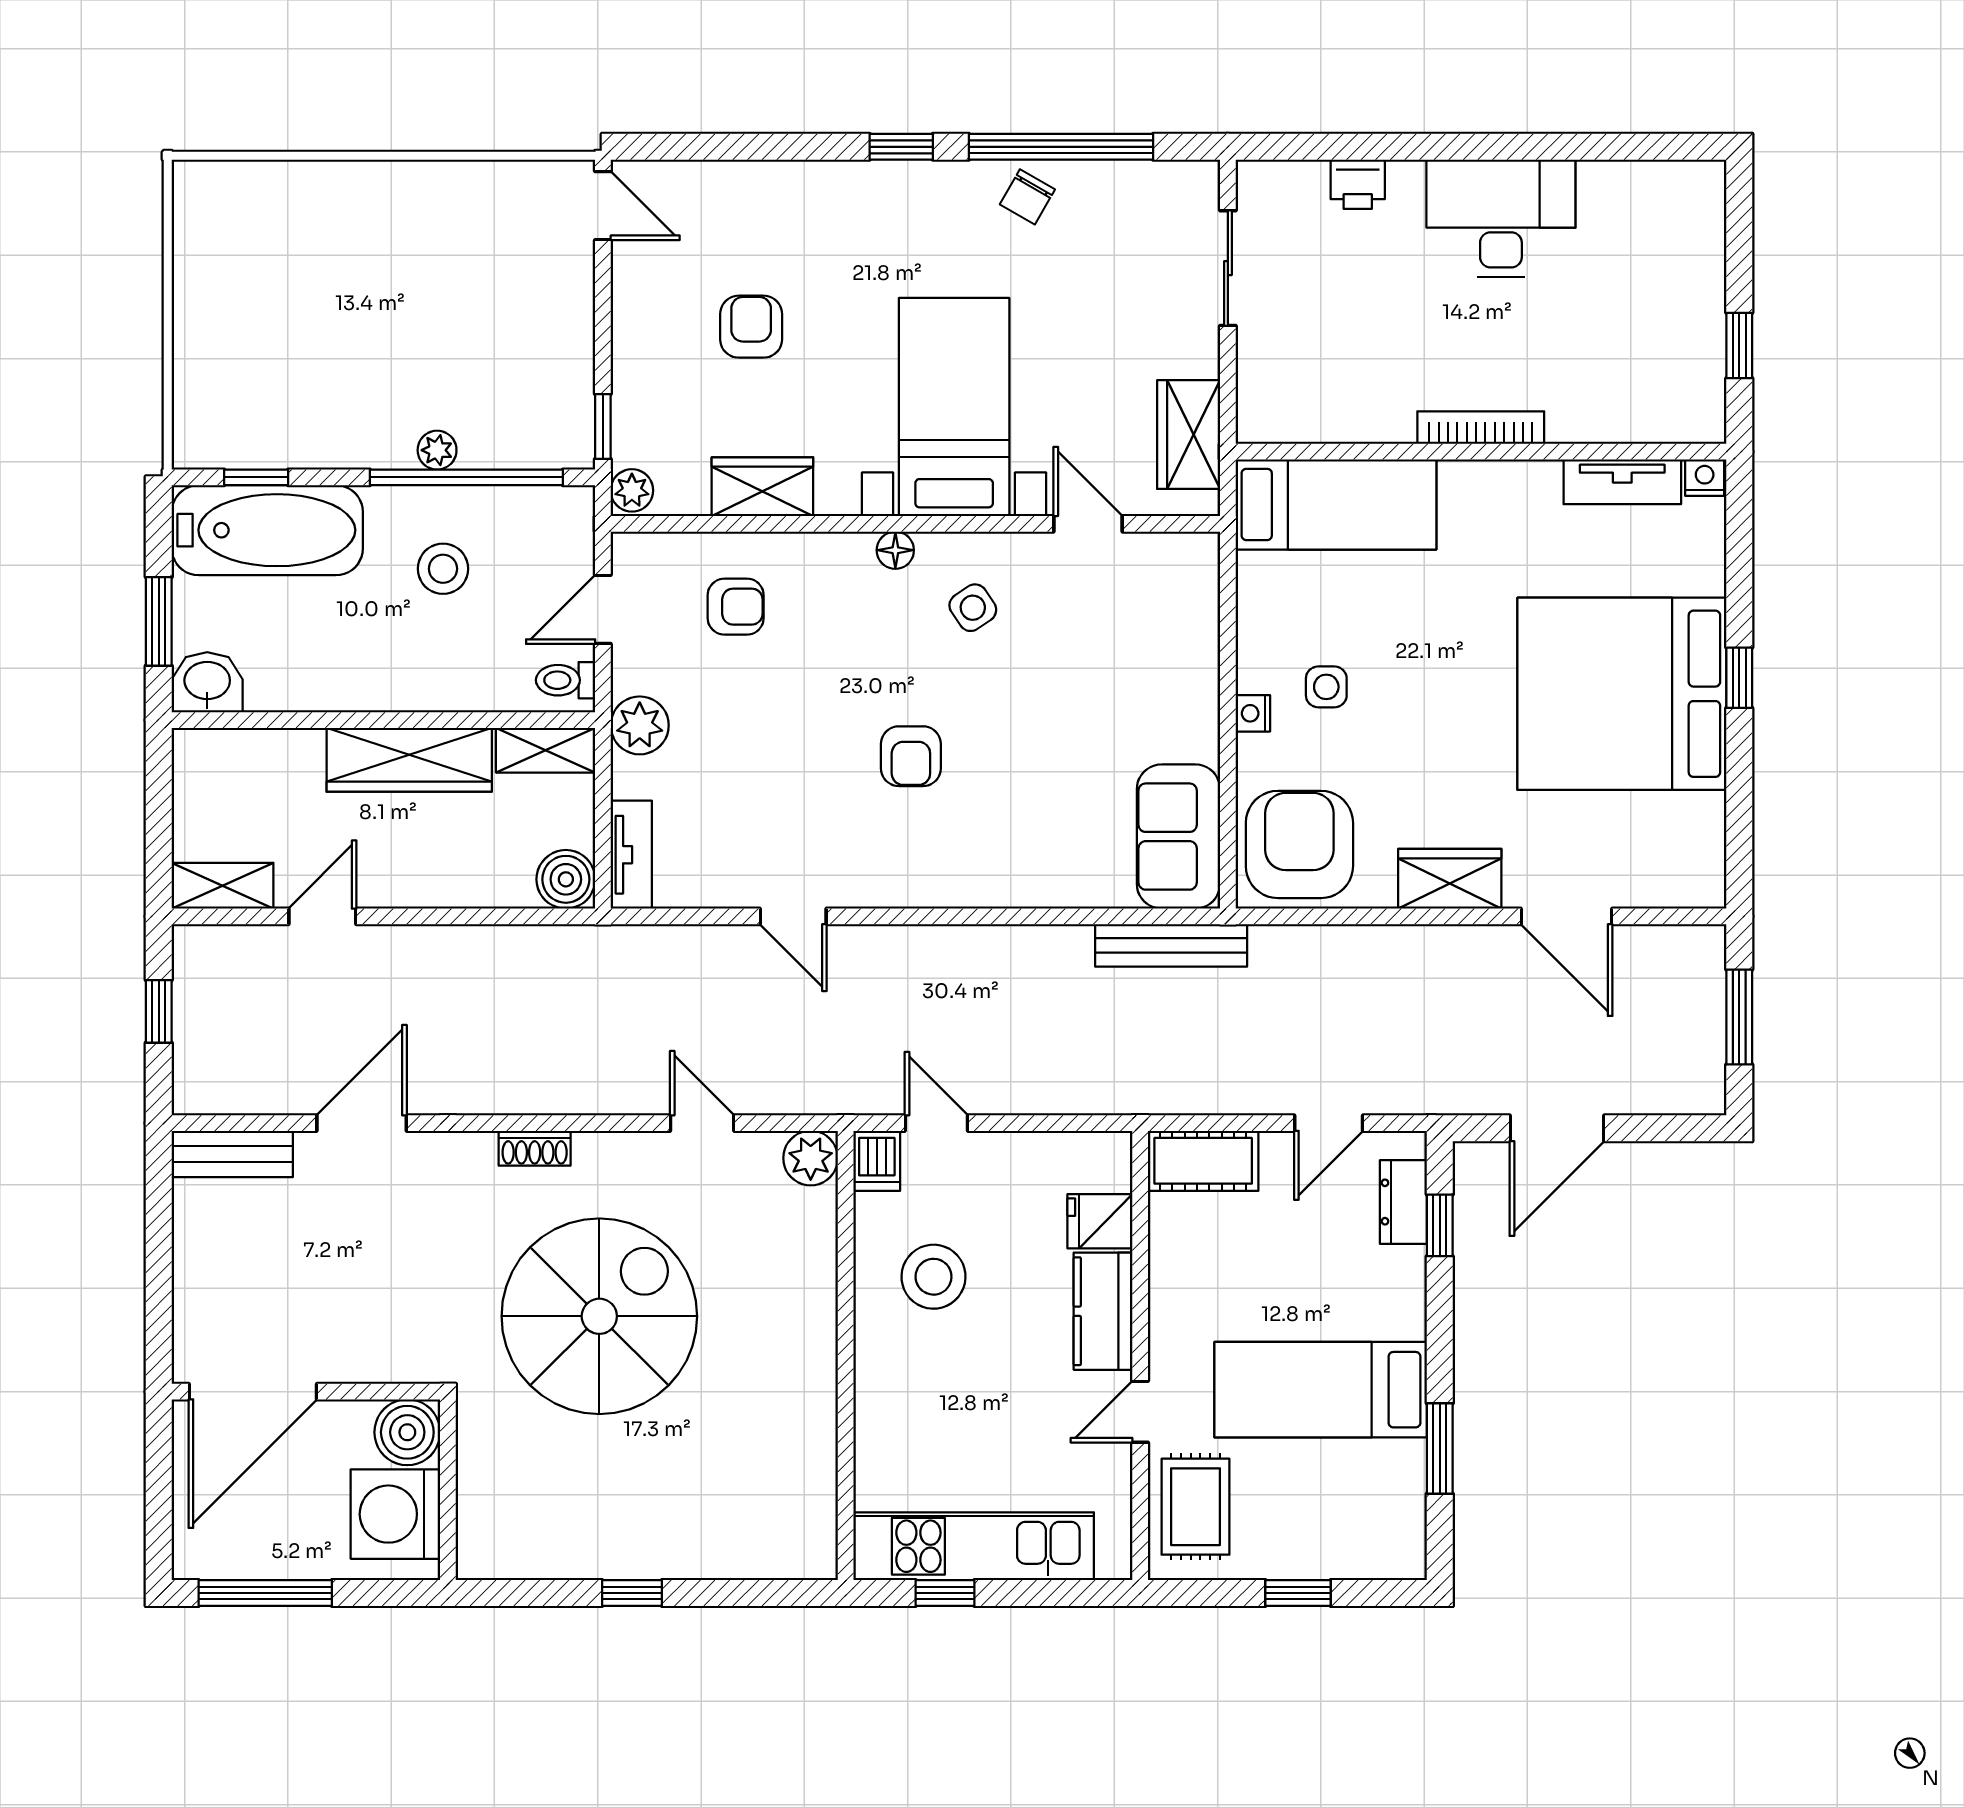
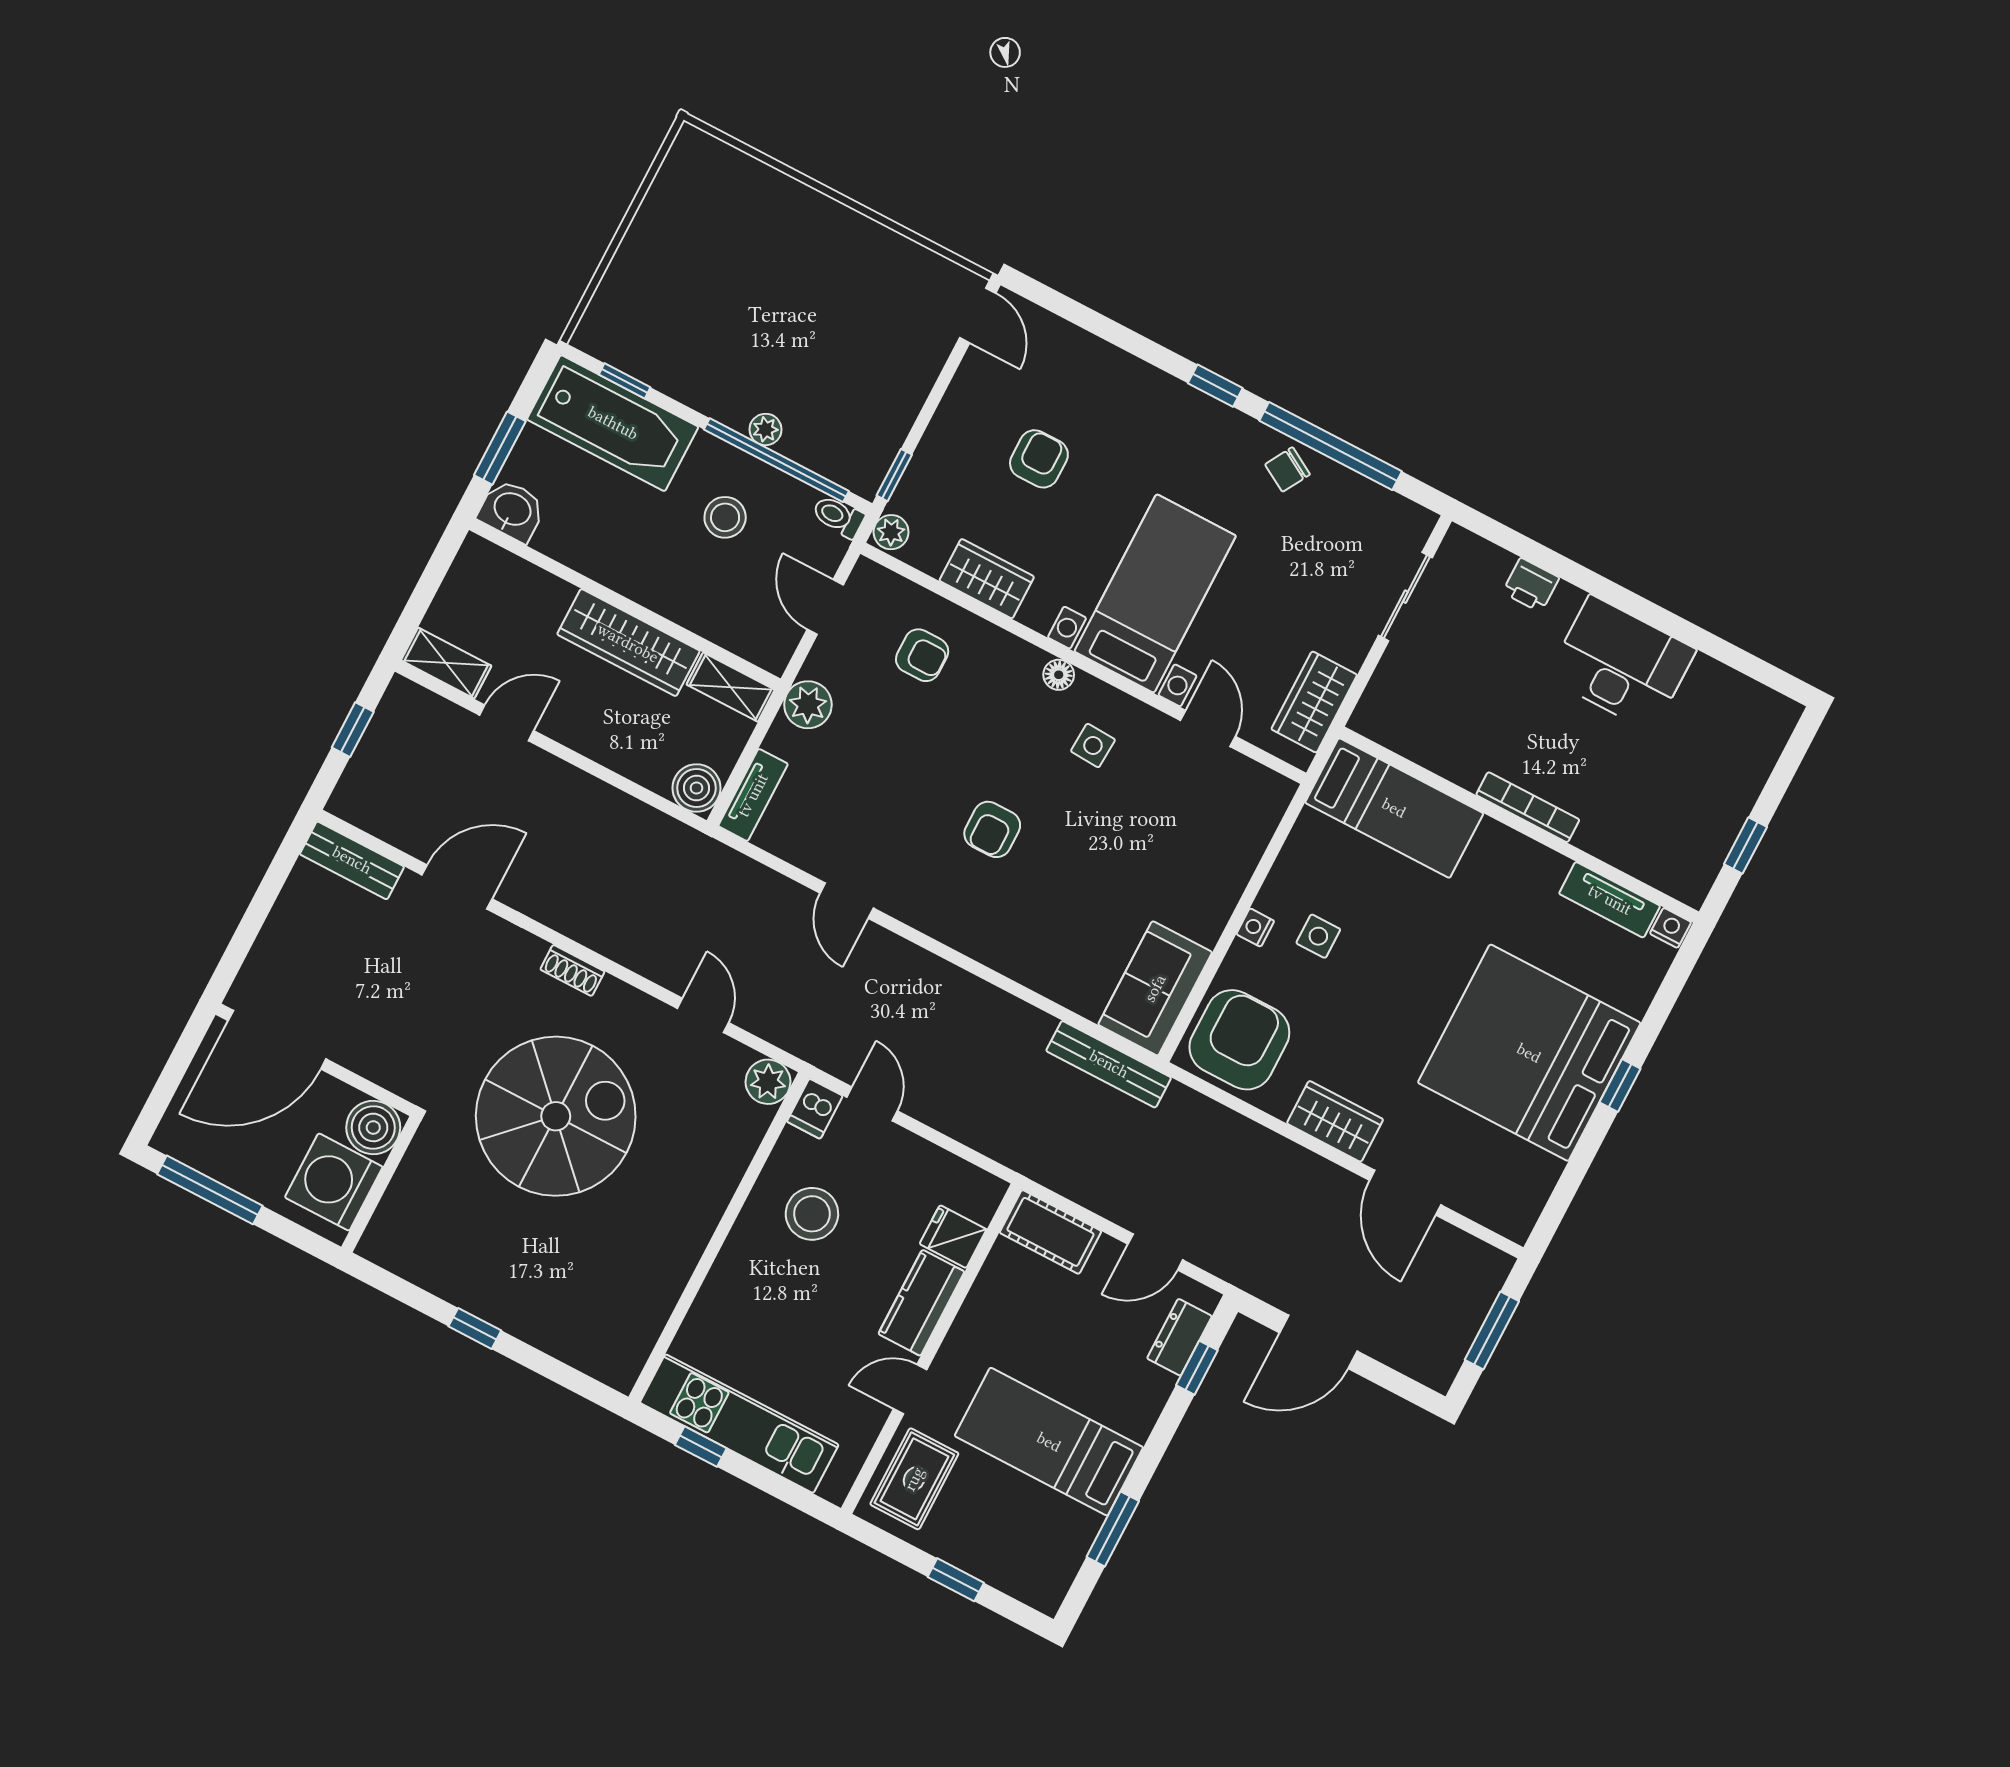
side table: (973, 608) -> (1093, 745), turned 37
door: (603, 609) -> (825, 607), hinge flipped
toilet: (566, 680) -> (838, 516), moved

